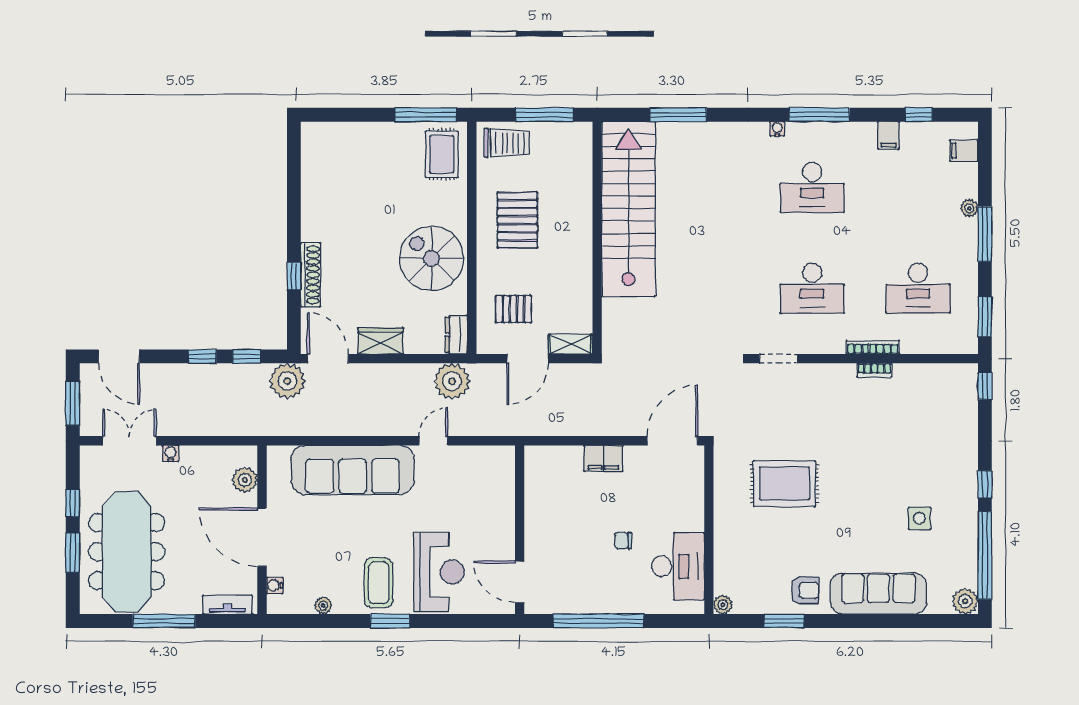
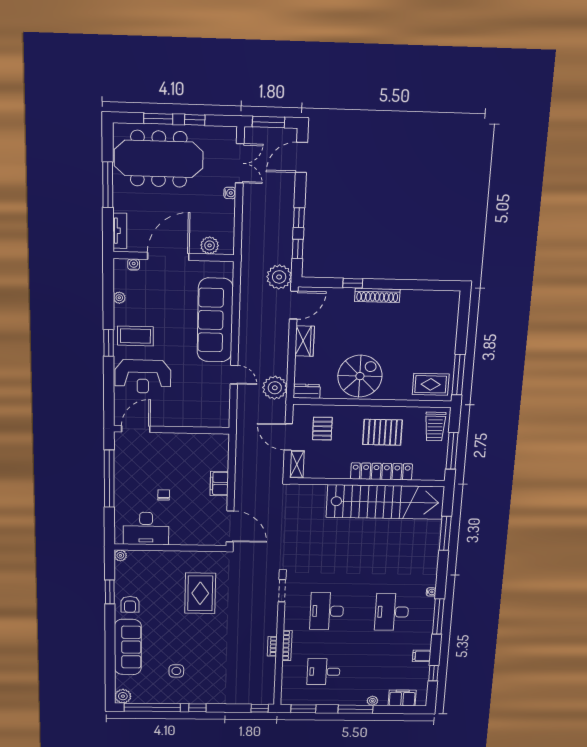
filing cabinet: (964, 150) -> (402, 698), width x2.00
locker: (579, 218) -> (381, 471), added
shoe rack: (311, 275) -> (377, 295), moved
desk: (918, 288) -> (324, 672), width x0.73

